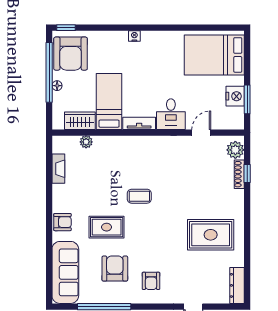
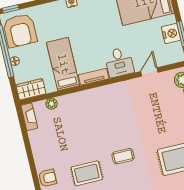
wardrobe: (80, 121) -> (31, 89), moved
fireplace: (58, 169) -> (29, 117), moved
coffee table: (139, 196) -> (123, 156), moved

